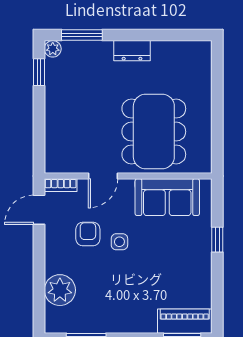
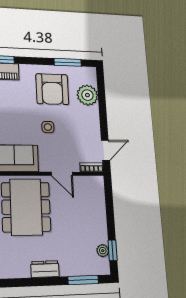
plant: (53, 49) -> (103, 251), moved
door: (103, 176) -> (62, 174), swing flipped
armchair: (88, 234) -> (52, 89), moved, width x1.88, depth x1.88

